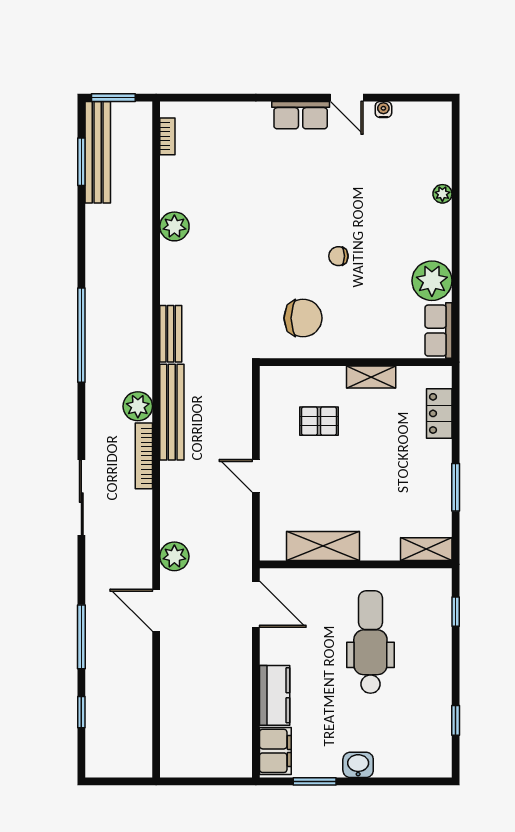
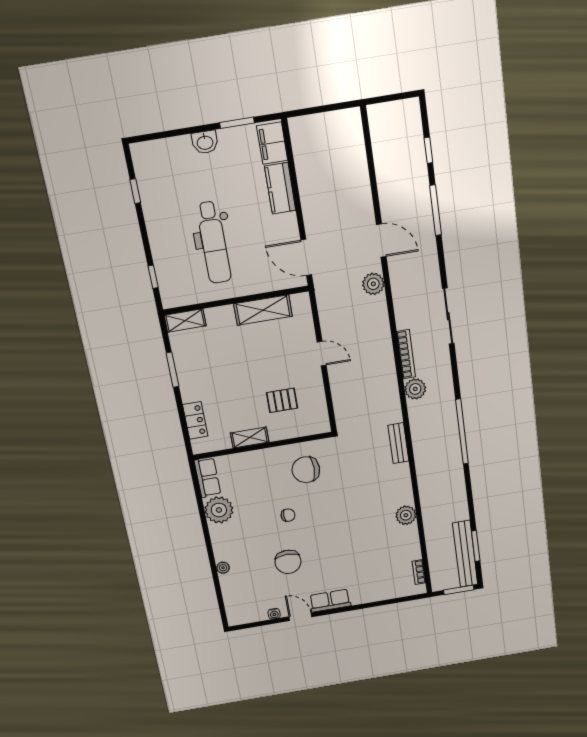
chair: (350, 186) -> (288, 562), added
bench: (172, 412) -> (390, 389), removed

